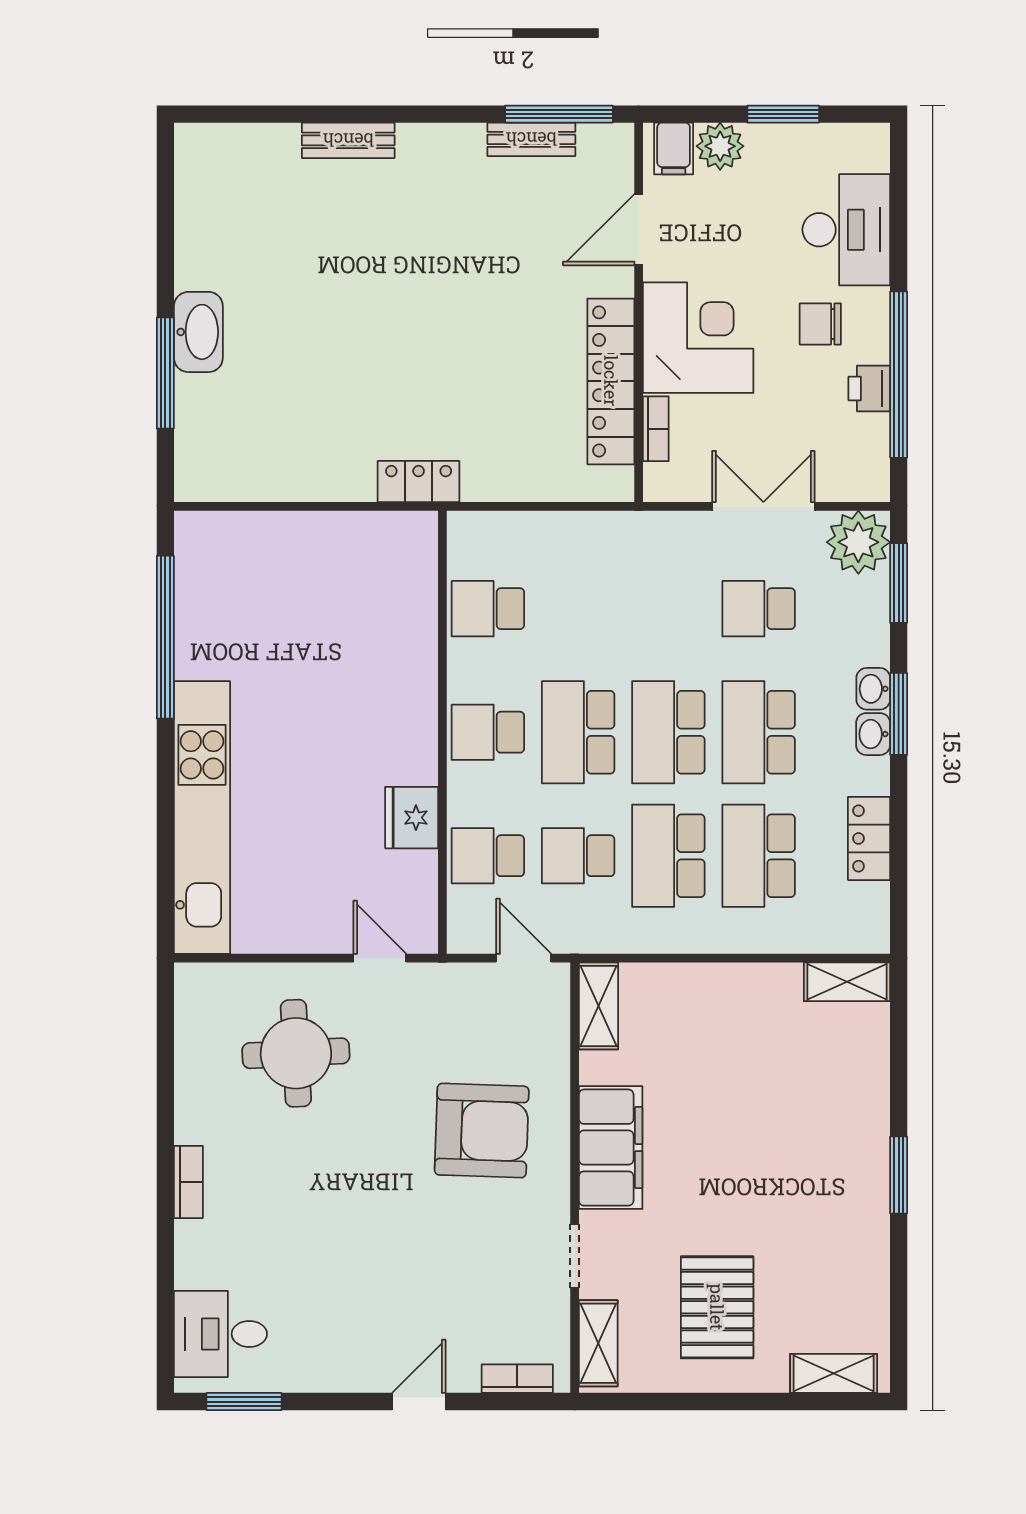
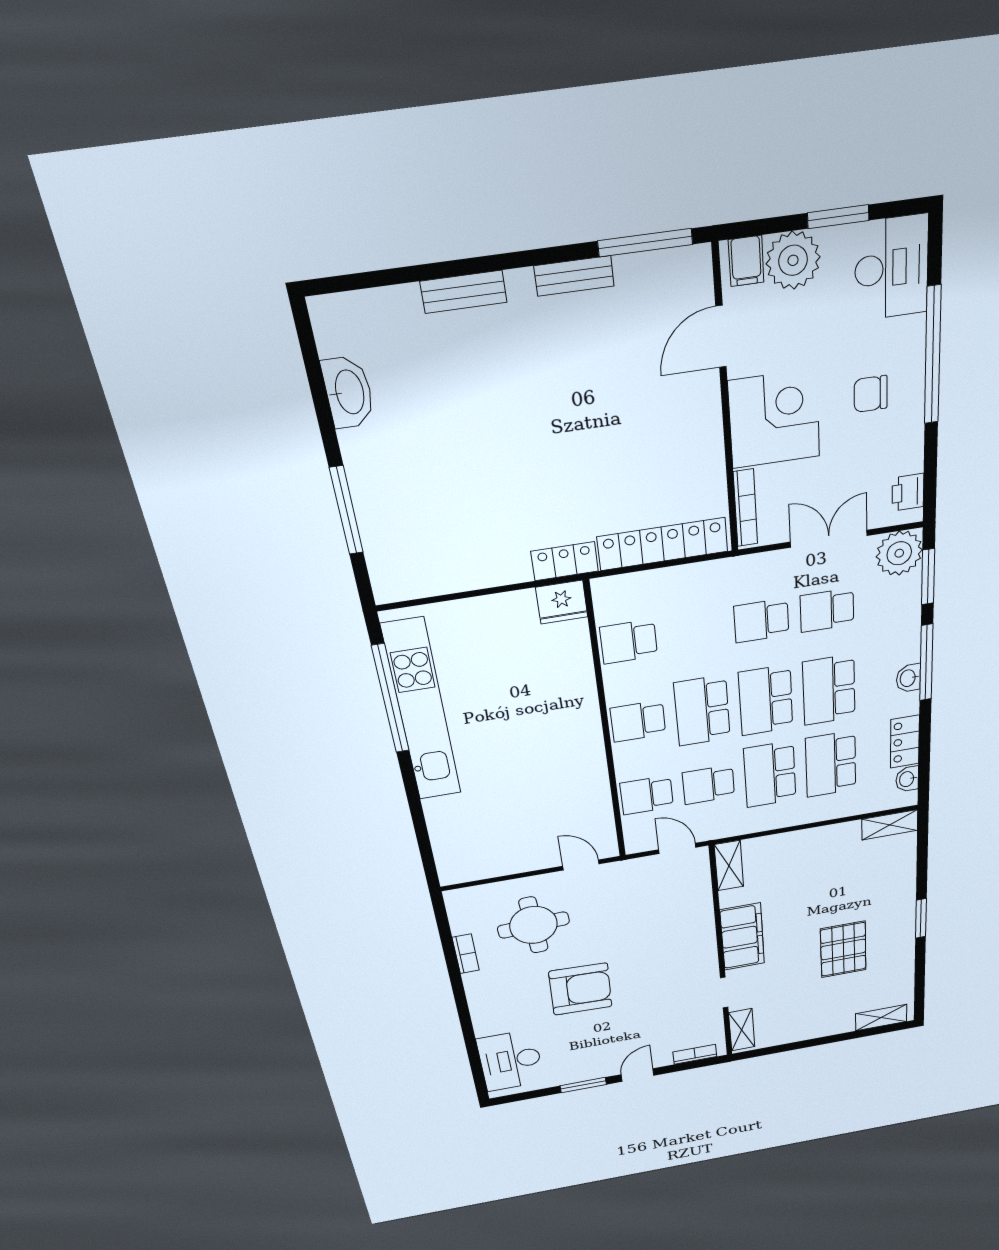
bench: (531, 139) -> (574, 276), moved
plant: (720, 146) -> (793, 260), width x1.36, depth x1.36
desk: (846, 230) -> (892, 268), moved
washbasin: (198, 332) -> (348, 392), moved
window: (899, 375) -> (933, 356), moved
locker: (611, 381) -> (663, 544), moved, turned 90
printer: (869, 388) -> (908, 492), moved
bookcase: (656, 429) -> (745, 508), width x1.56
school desk: (668, 609) -> (761, 621), added
washbasin: (873, 689) -> (907, 779), moved
window: (899, 714) -> (926, 663), width x1.44
kitchen unit: (202, 818) -> (422, 711), moved
fridge: (412, 818) -> (562, 602), moved, turned -90
armchair: (482, 1131) -> (581, 989), moved
bookcase: (188, 1182) -> (466, 954), moved
pallet: (717, 1307) -> (843, 949), moved
desk: (220, 1334) -> (510, 1061), width x1.37
window: (244, 1402) -> (583, 1085), moved

